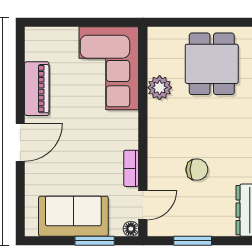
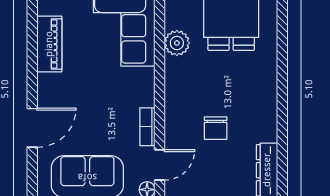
door: (20, 142) -> (32, 128), moved
chair: (197, 170) -> (216, 128), turned 90

